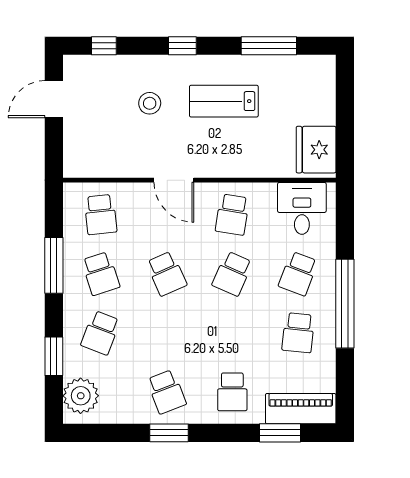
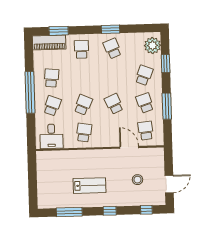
stool: (150, 103) -> (137, 180), moved
fridge: (316, 150) -> (46, 164), removed
door: (174, 180) -> (129, 147), moved

